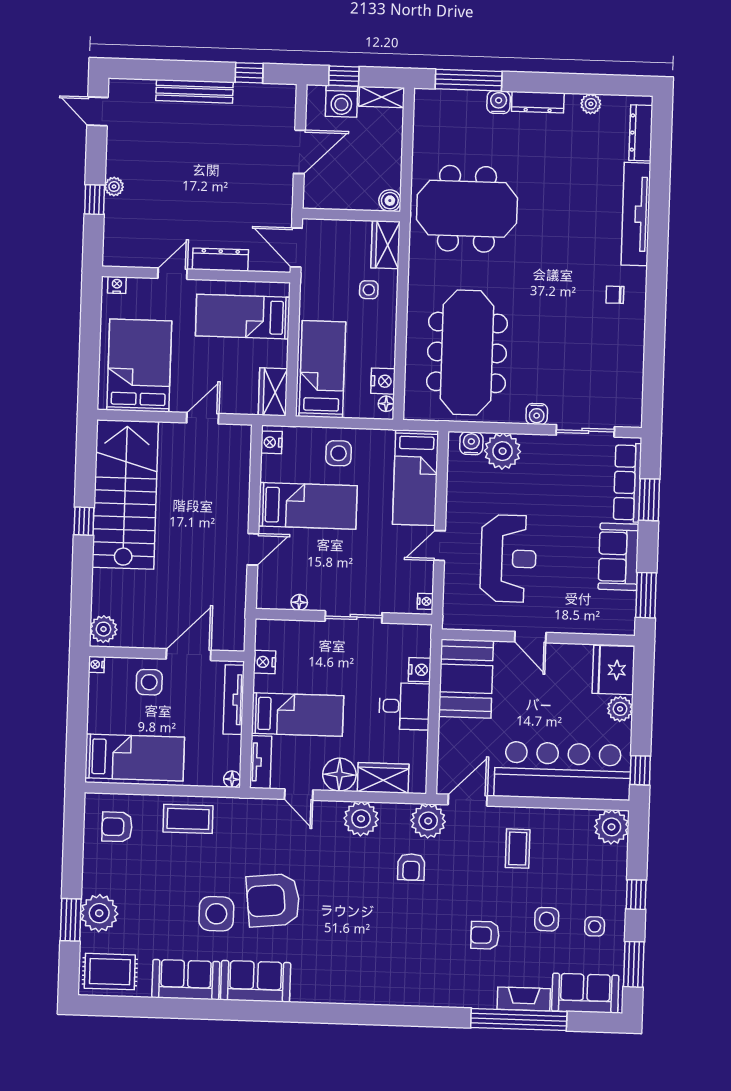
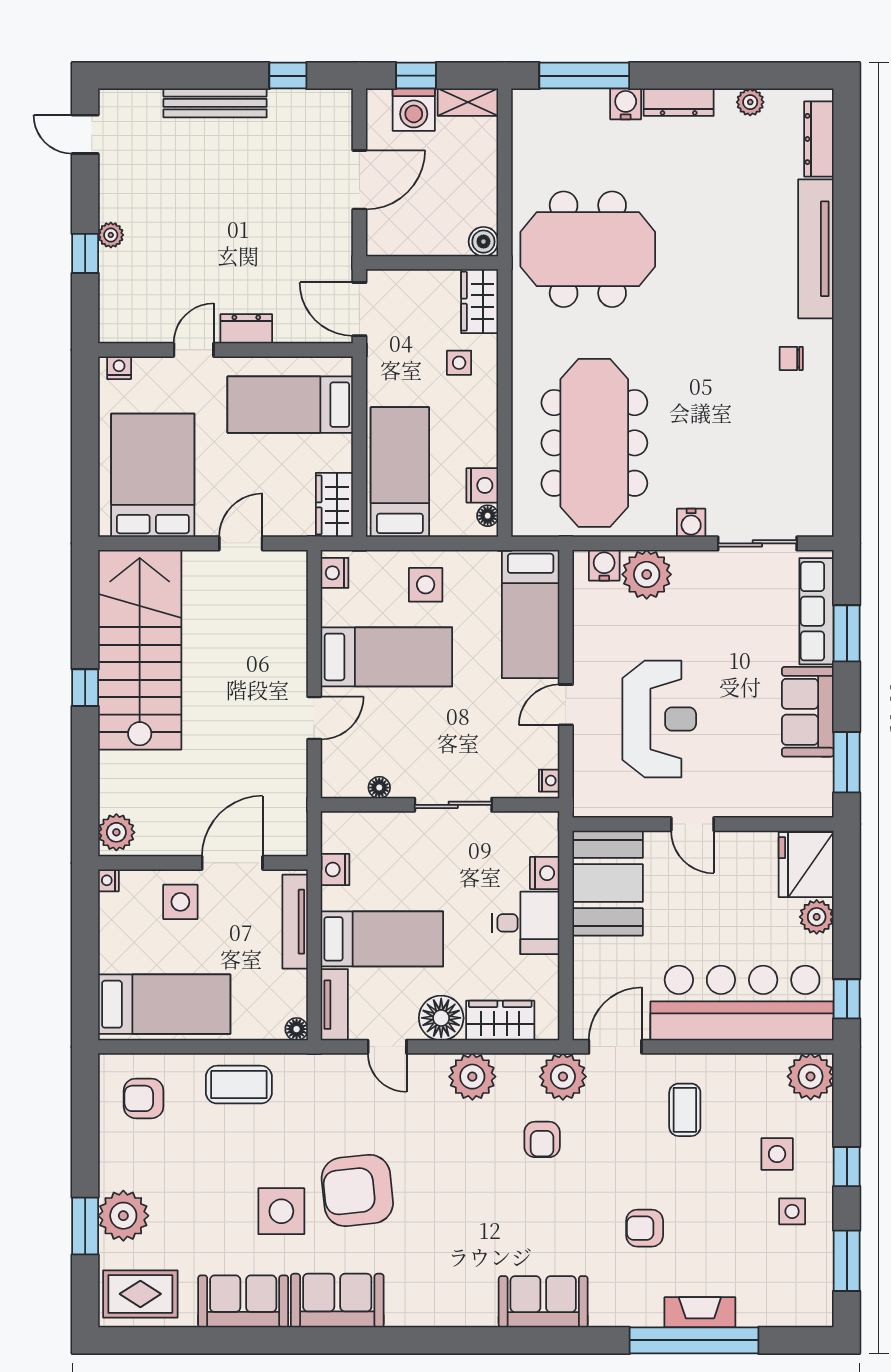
dresser: (220, 260) -> (246, 329), width x0.70
side table: (547, 919) -> (777, 1154), moved
sofa: (585, 993) -> (543, 1302), moved

